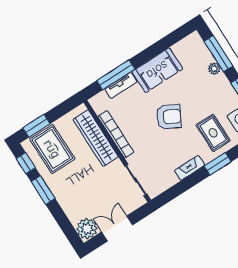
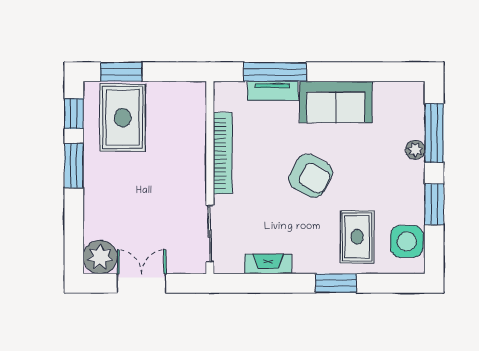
wardrobe: (96, 138) -> (192, 141), removed
fireplace: (190, 168) -> (268, 264), moved

